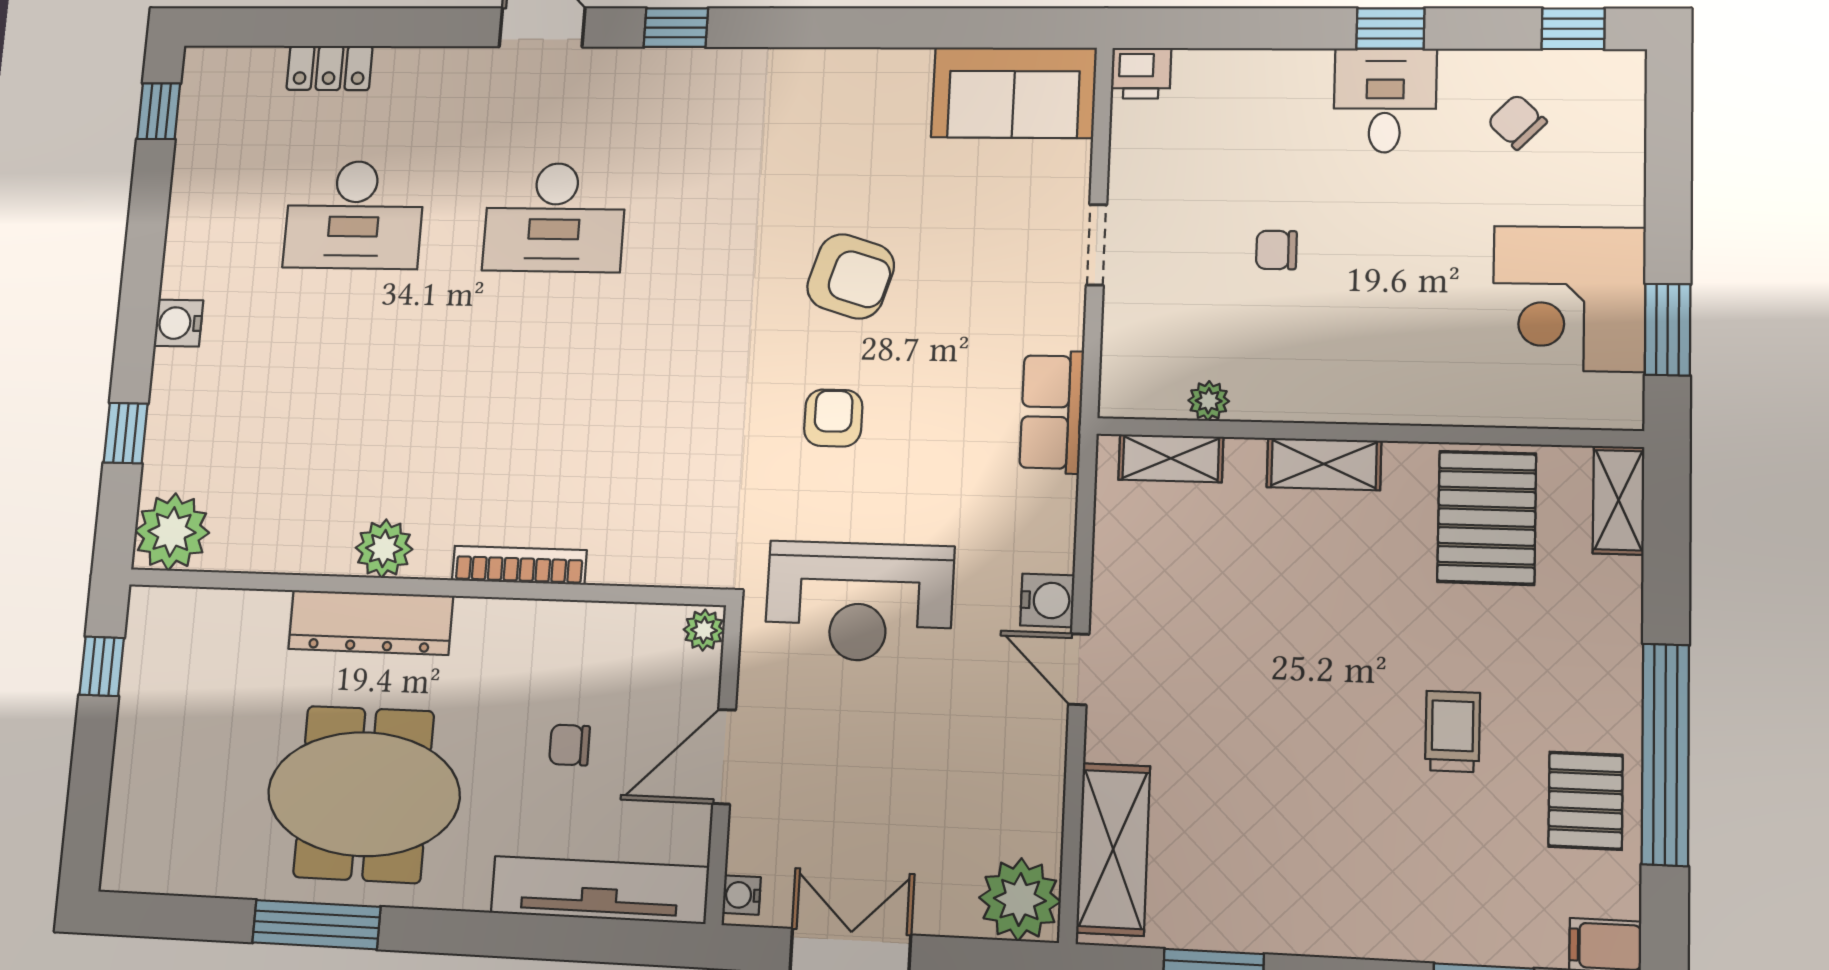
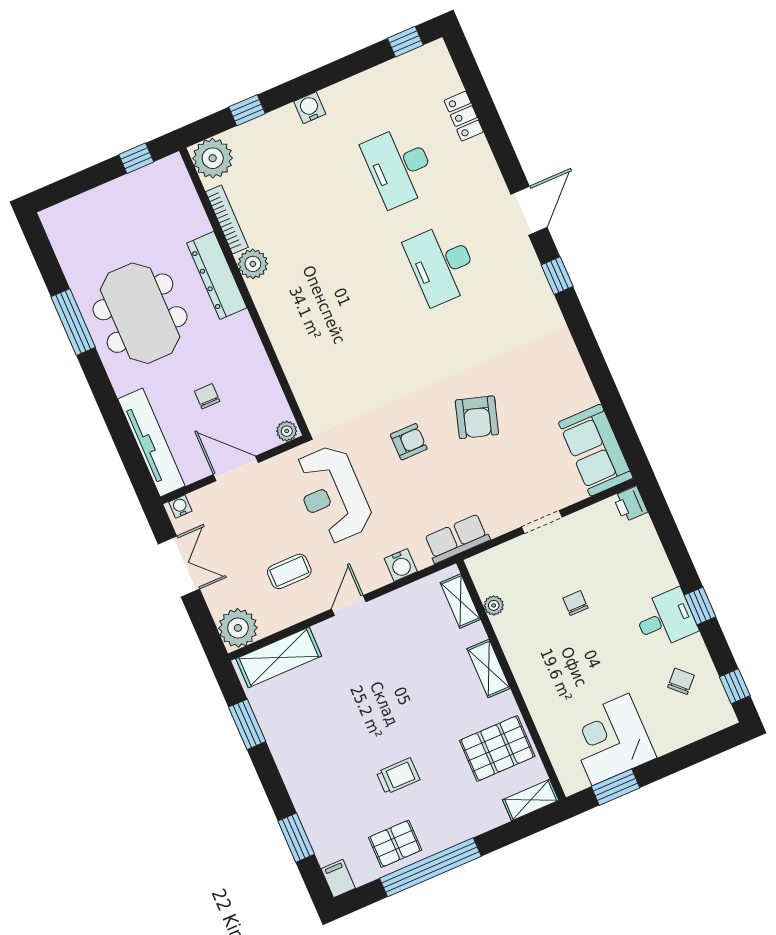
bookcase: (519, 565) -> (227, 220), moved
water cooler: (1047, 600) -> (401, 565), moved
coffee table: (961, 750) -> (289, 571), added

